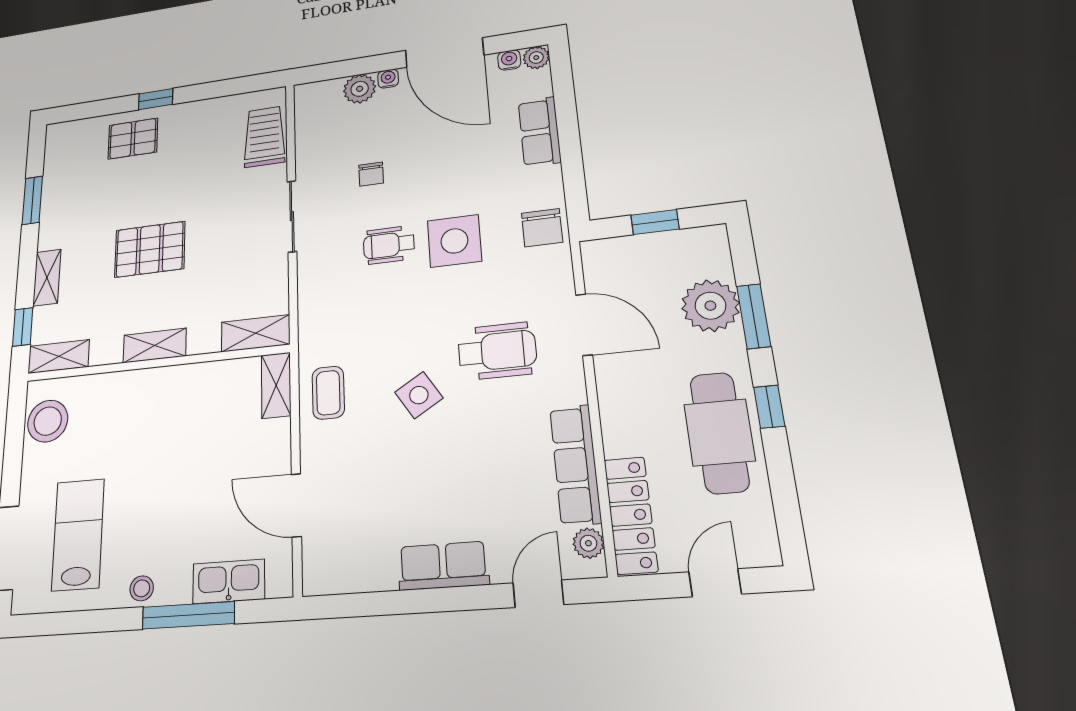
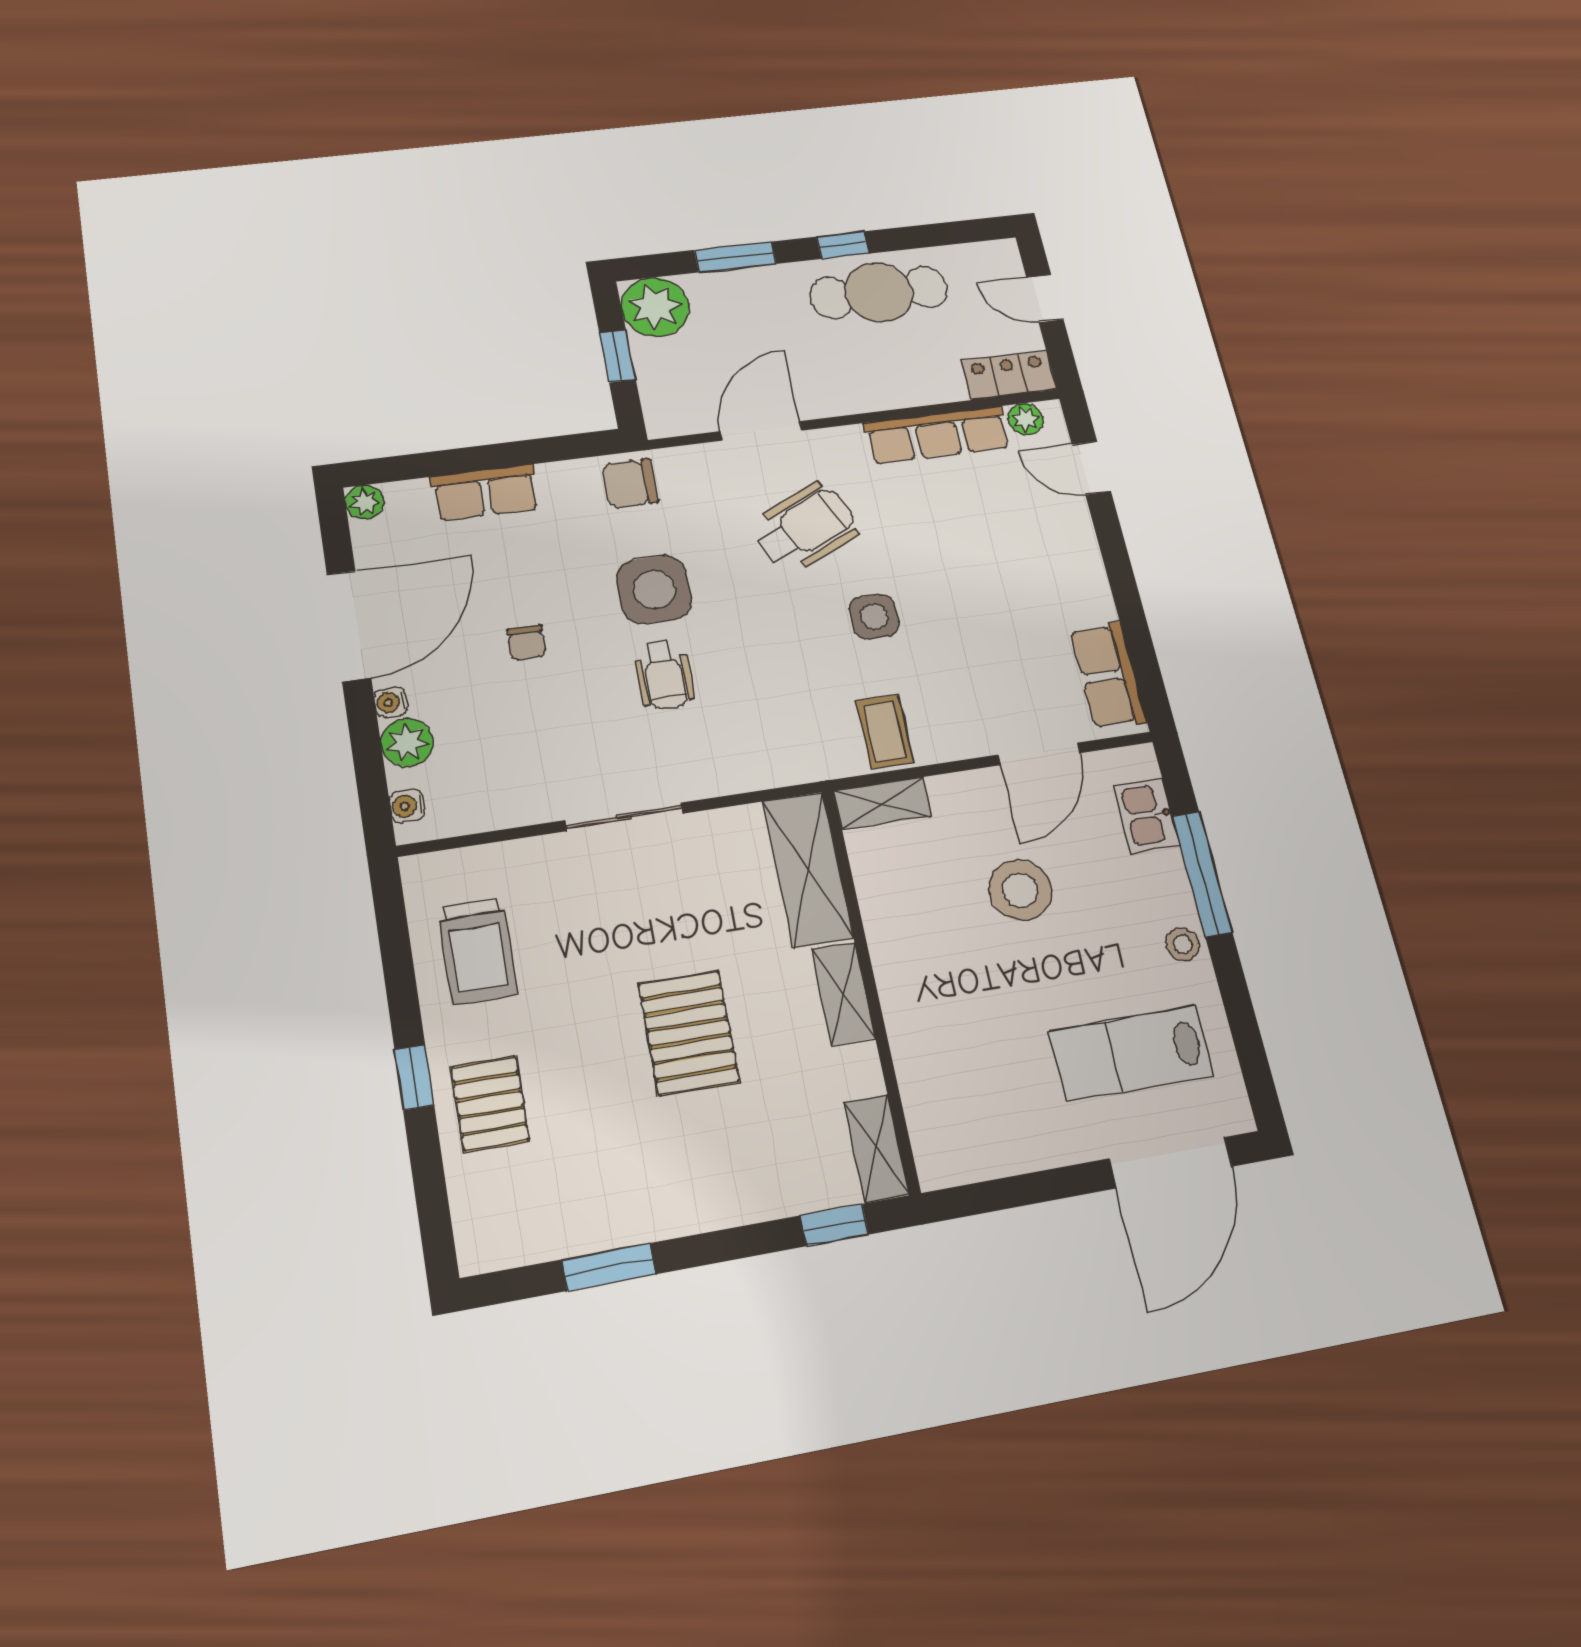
water cooler: (509, 60) -> (407, 806), moved
trolley: (264, 137) -> (477, 951), moved, turned -90
chair: (371, 174) -> (527, 643), moved, turned 90
chair: (542, 228) -> (630, 483), turned 180
shelving: (47, 278) -> (747, 1203), removed
plant: (710, 306) -> (655, 307), moved
shelving: (256, 333) -> (808, 869), width x1.50, depth x1.33
wheelchair: (497, 351) -> (805, 528), turned 65
coffee table: (328, 393) -> (885, 732), turned 90
side table: (419, 395) -> (874, 616), turned 32
stool: (48, 421) -> (1020, 890), moved
locker: (631, 515) -> (1009, 375), width x0.66
row of seats: (443, 566) -> (1108, 676), moved
kitchen sink: (229, 581) -> (1147, 815), width x0.73

